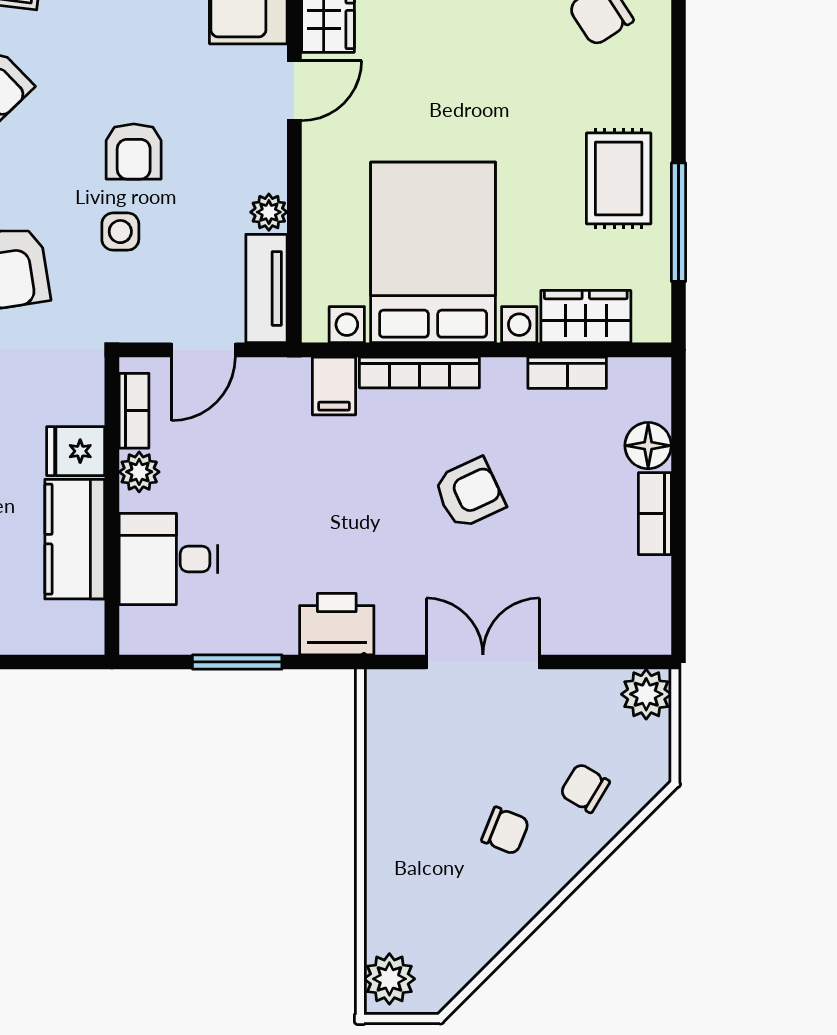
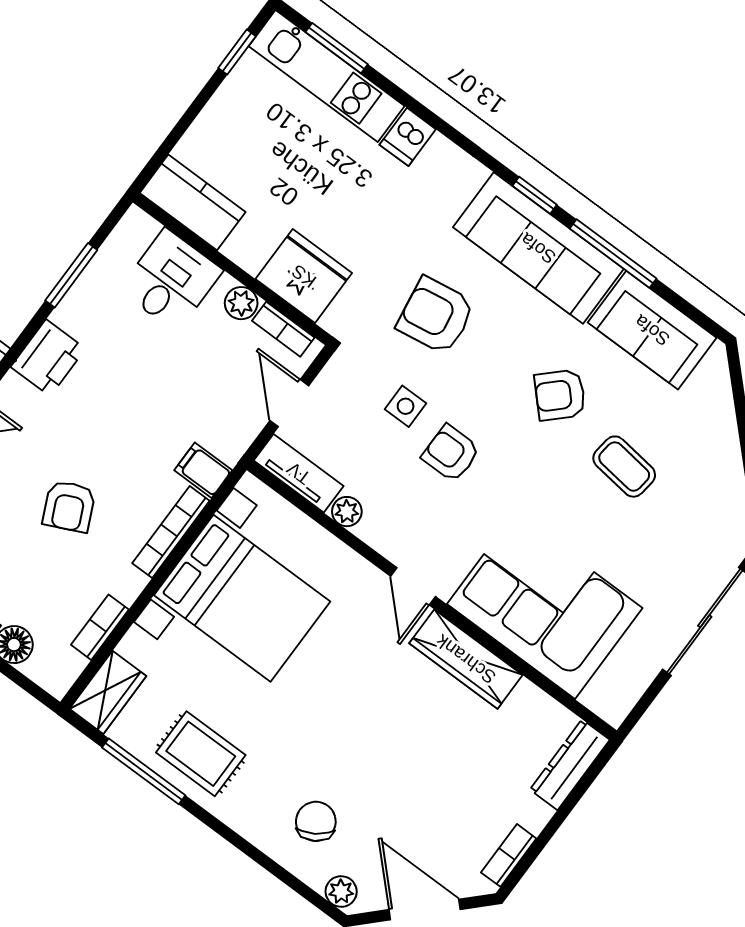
wardrobe: (586, 317) -> (108, 692), moved
fridge: (76, 451) -> (304, 276), width x1.88, depth x1.34
kitchen counter: (75, 539) -> (193, 202), moved

